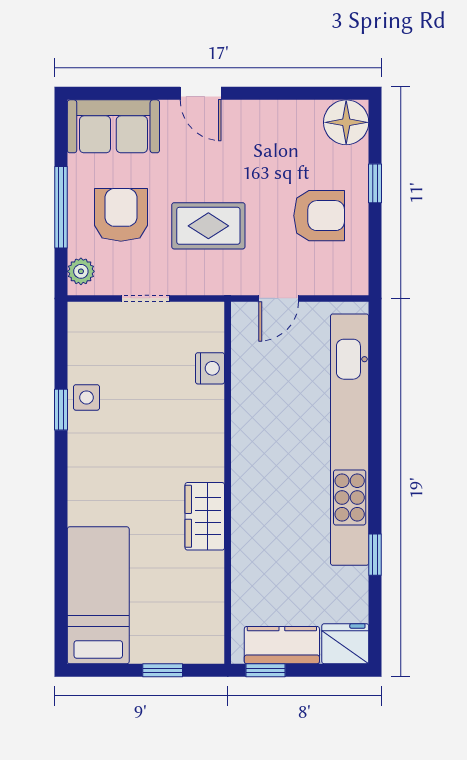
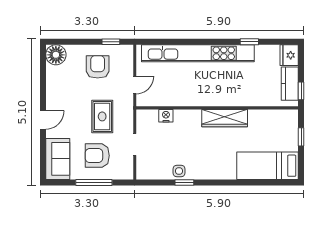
window: (375, 183) -> (111, 42), moved
plant: (81, 271) -> (123, 173), removed
door: (279, 298) -> (135, 85), hinge flipped
wardrobe: (205, 516) -> (225, 118), width x1.50

